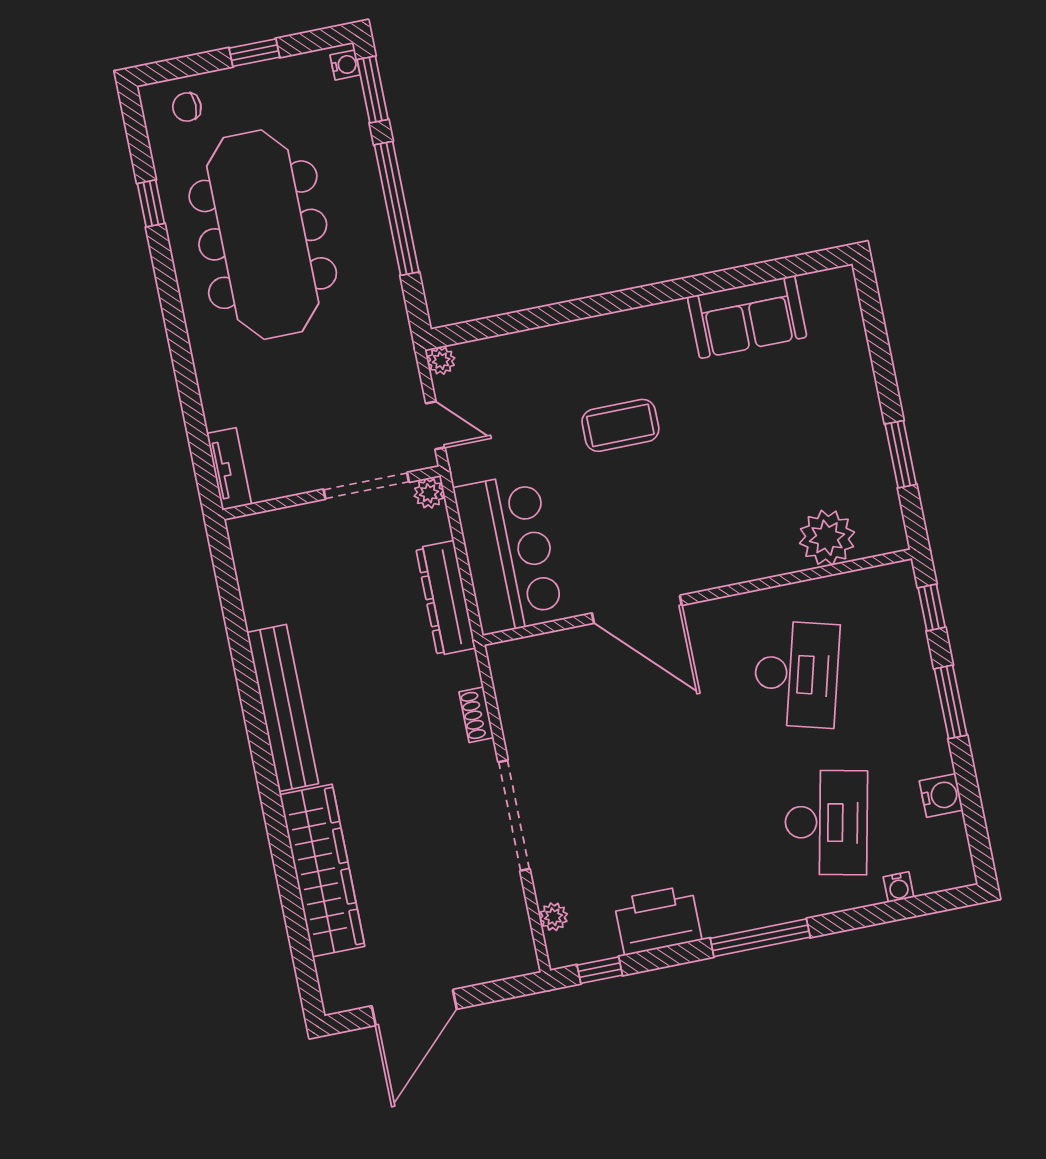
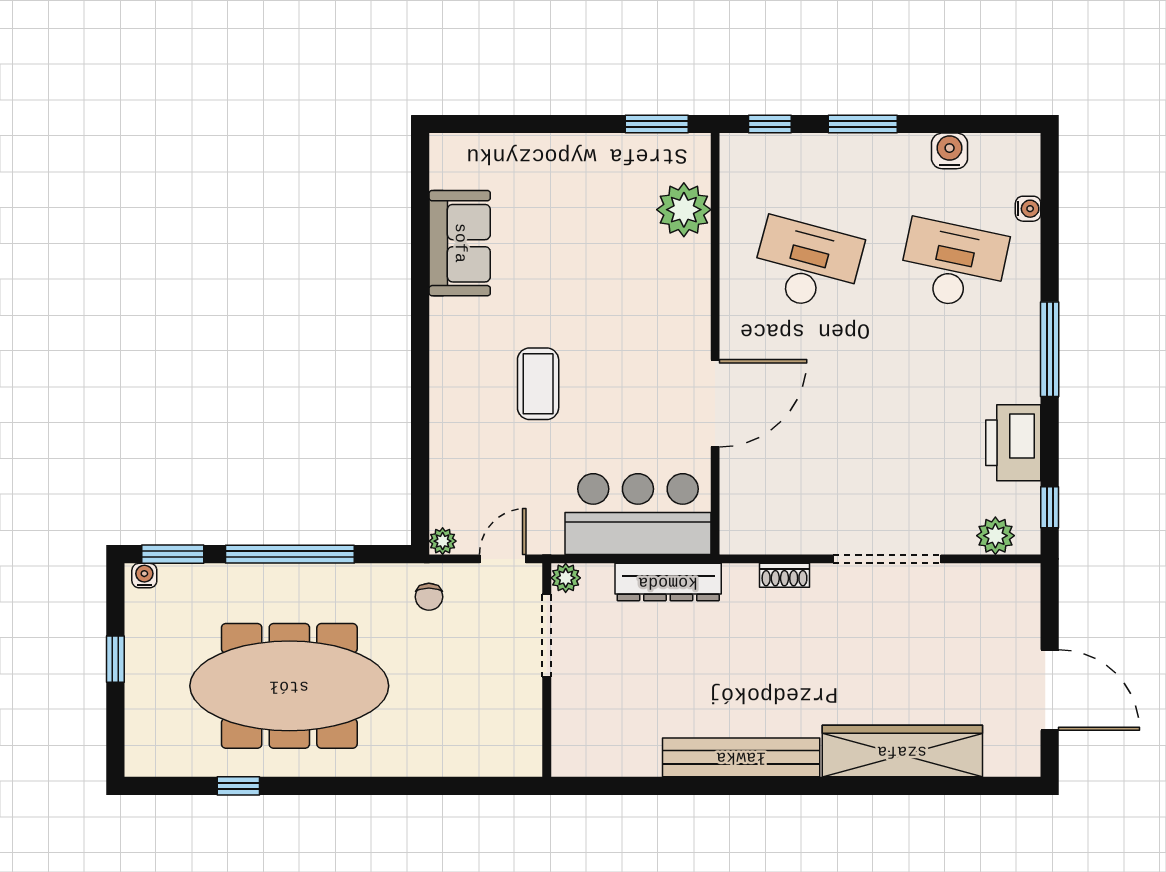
chair: (187, 107) -> (429, 597), moved
window: (901, 454) -> (657, 124), moved
tv unit: (229, 469) -> (505, 762), removed
plant: (553, 917) -> (995, 536), width x1.38, depth x1.38

